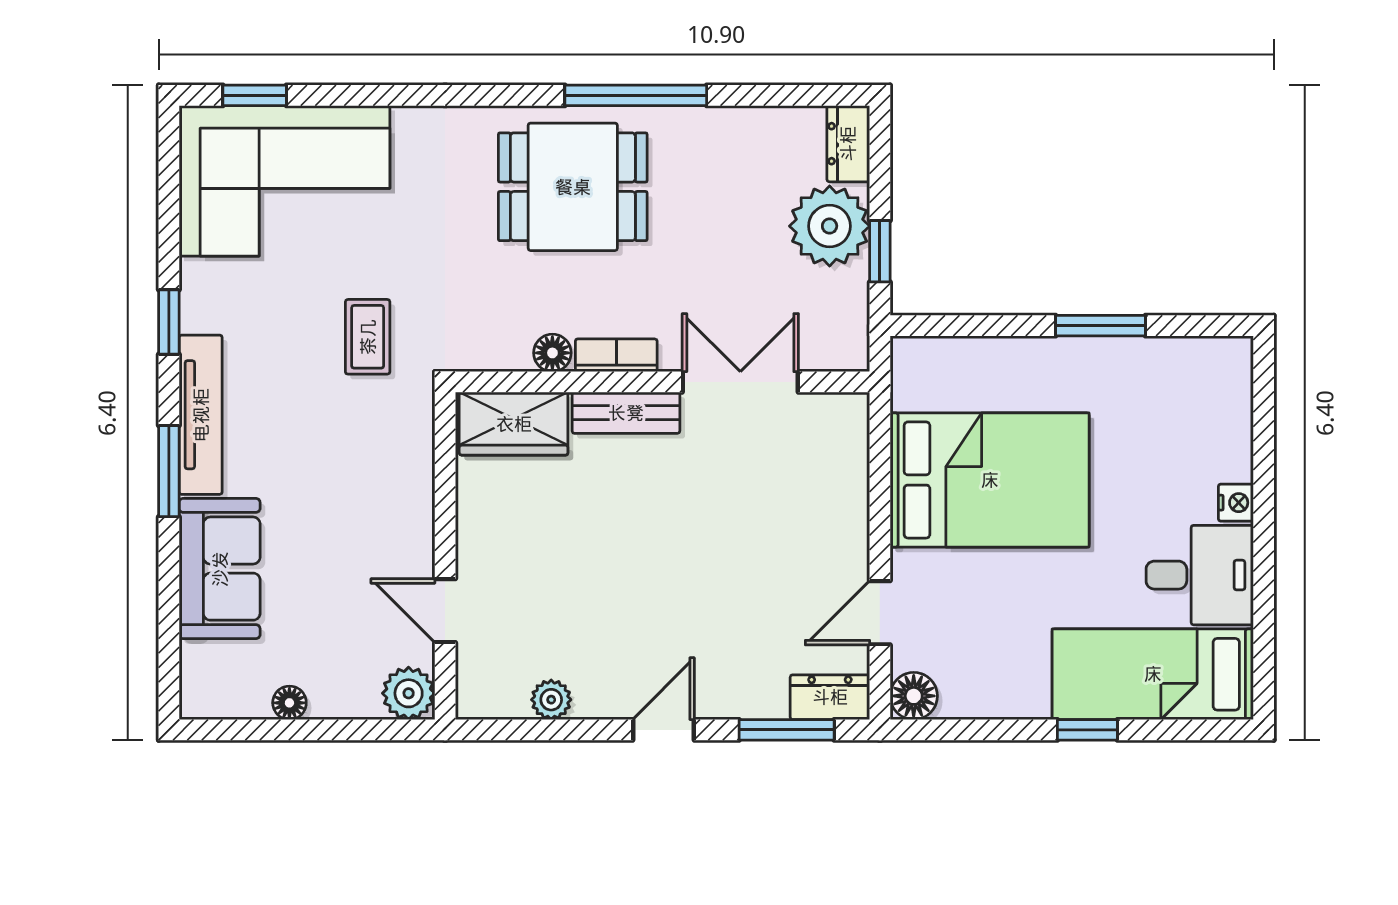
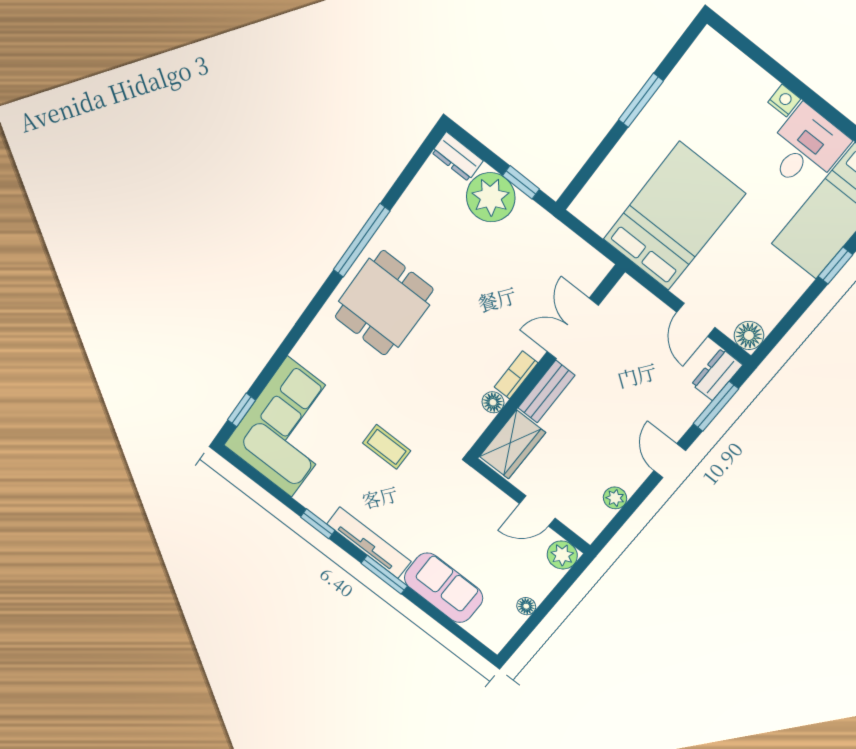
floor lamp: (552, 353) -> (493, 402), moved
bookcase: (616, 355) -> (516, 375), moved
wall: (662, 382) -> (545, 364), moved
double door: (740, 382) -> (573, 329), moved
bench: (626, 413) -> (546, 392), moved
wardrobe: (514, 424) -> (512, 445), moved

